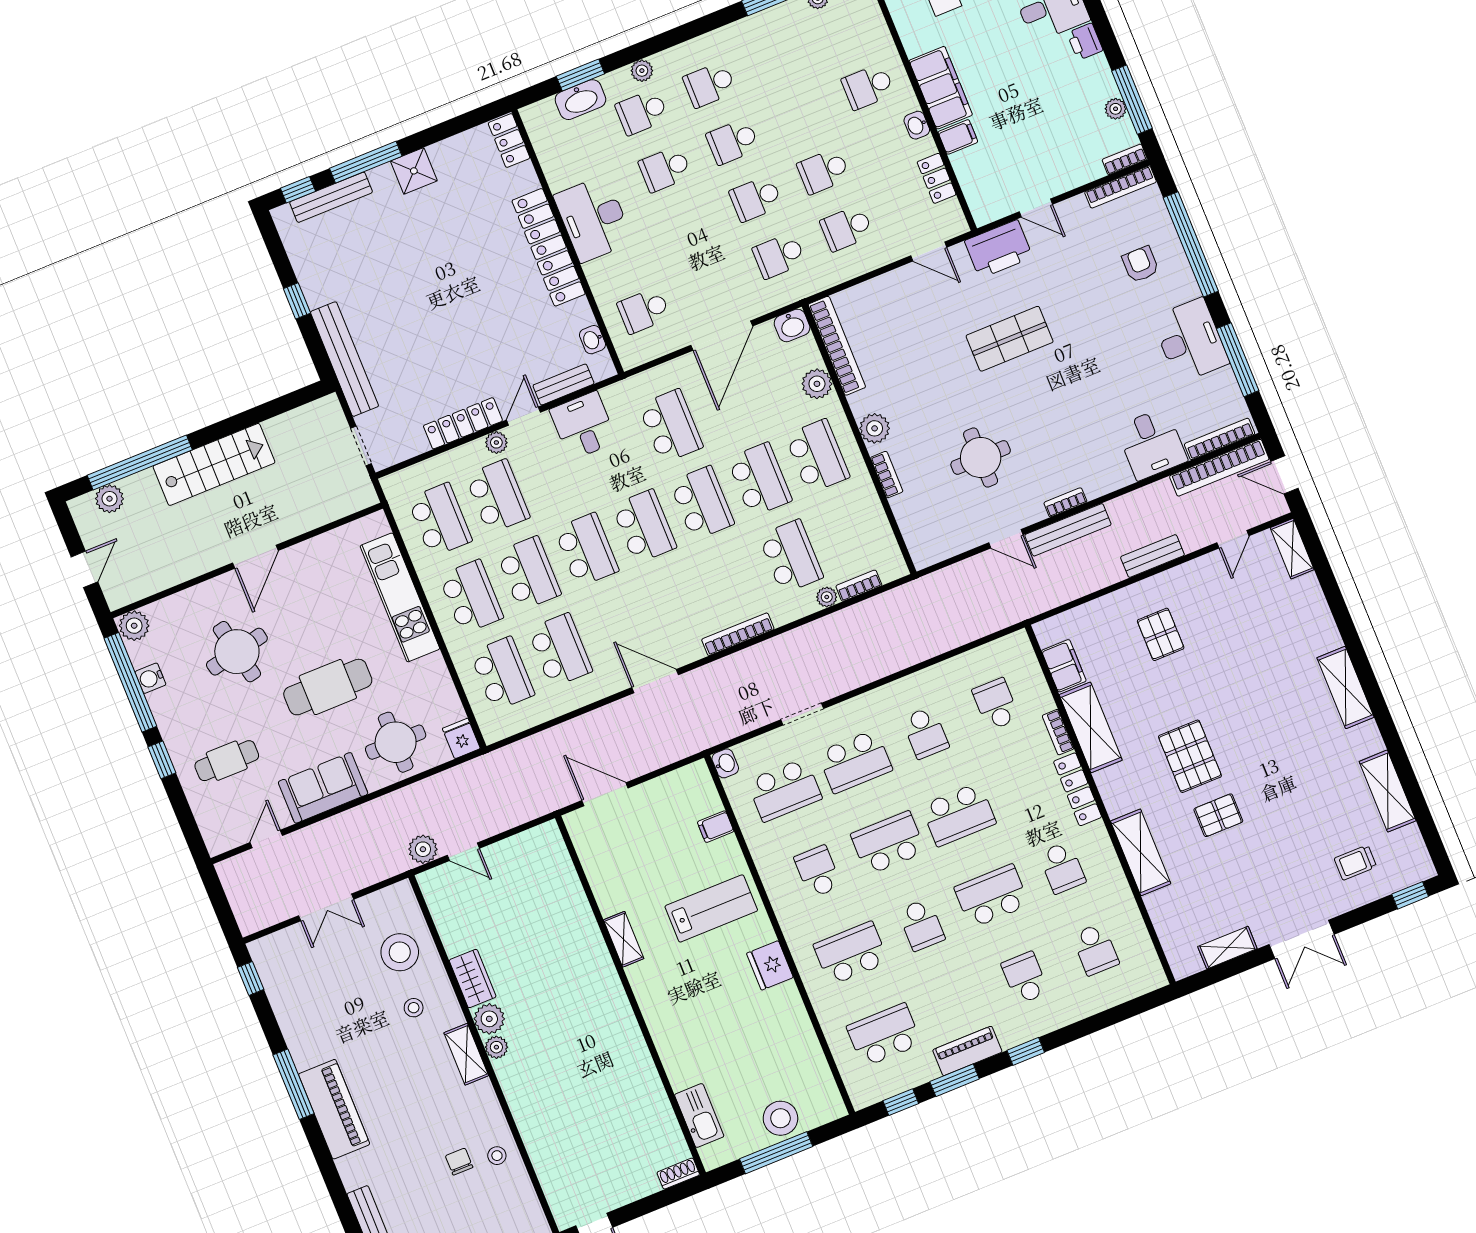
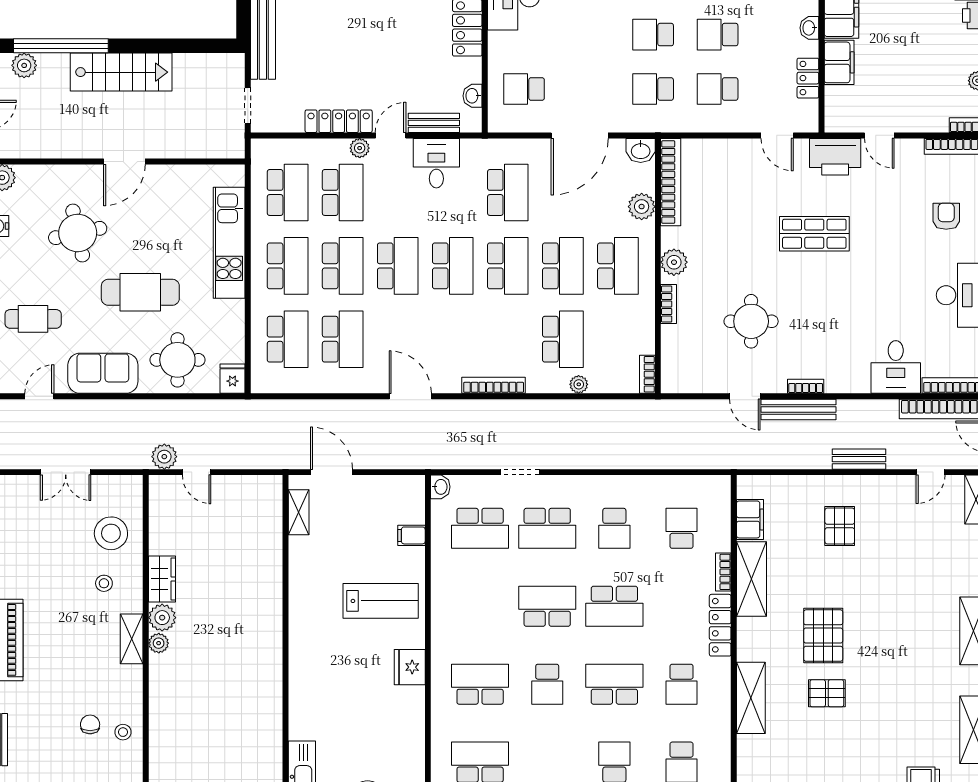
filing cabinet: (958, 137) -> (839, 62), width x2.00
bookcase: (859, 586) -> (647, 374), moved, turned -90
school desk: (818, 872) -> (480, 606), removed
shelving: (624, 939) -> (299, 512), moved

